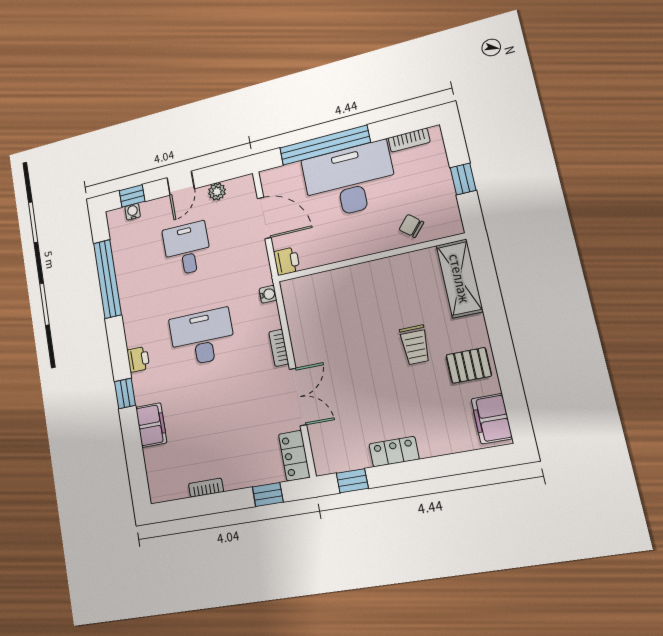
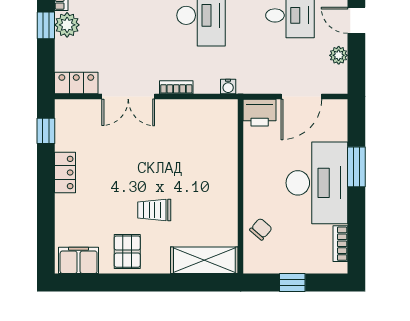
window: (325, 145) -> (356, 167), width x0.47
printer: (287, 261) -> (260, 113), width x1.36, depth x1.24
plant: (236, 476) -> (67, 25), added
window: (268, 495) -> (46, 25), moved

